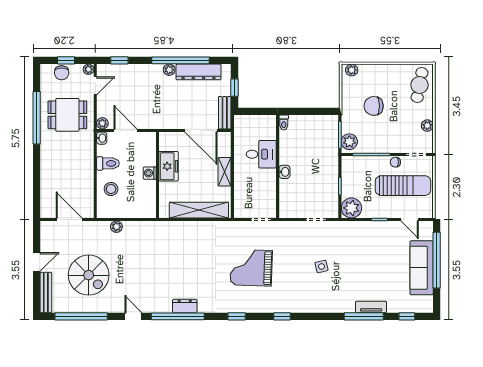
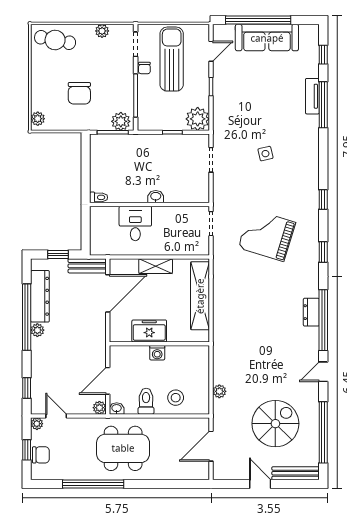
dining table: (67, 115) -> (123, 448), moved, width x1.38
grand piano: (251, 268) -> (267, 235), turned 105

